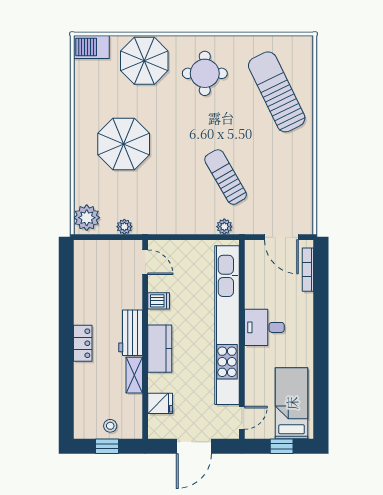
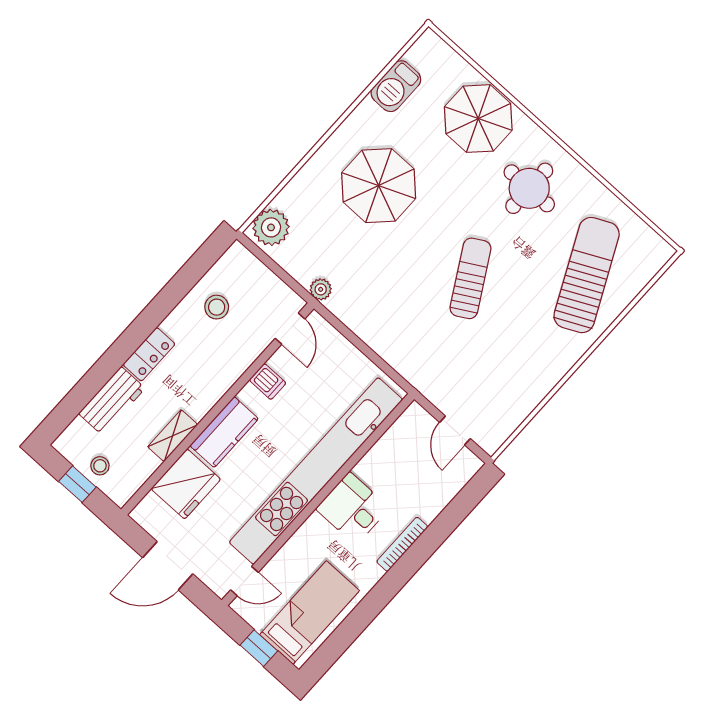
barbecue: (91, 47) -> (396, 86), moved, turned -90
sun lounger: (226, 177) -> (470, 278), moved
plant: (124, 227) -> (321, 289), moved
plant: (224, 227) -> (406, 366), removed
door: (281, 237) -> (455, 430), width x0.73
bookcase: (308, 270) -> (402, 544), moved
stool: (96, 286) -> (217, 307), added
workbench: (131, 333) -> (112, 401), moved, turned 180
fridge: (160, 403) -> (186, 484), width x1.88, depth x1.34

